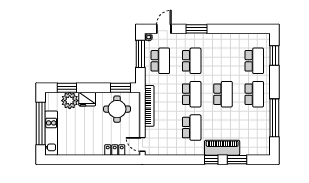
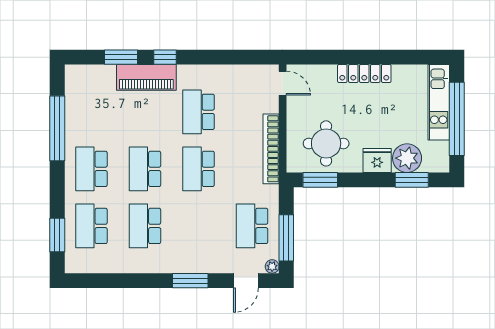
school desk: (192, 61) -> (145, 226), moved
locker: (115, 150) -> (364, 74), moved, width x1.53

